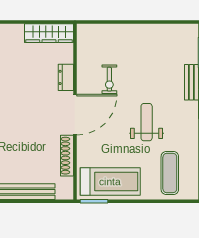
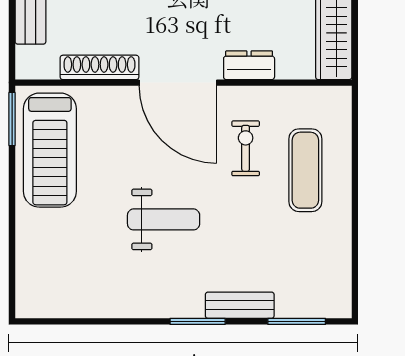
exercise bike: (109, 79) -> (246, 148), turned 90
exercise mat: (170, 173) -> (305, 170), moved, turned 90

